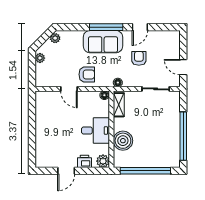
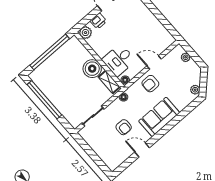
window: (106, 27) -> (166, 129), removed
door: (140, 27) -> (142, 150), hinge flipped
plant: (40, 58) -> (186, 57), moved
door: (183, 67) -> (87, 148), removed
desk: (96, 130) -> (119, 60), moved
boiler: (123, 141) -> (92, 69), moved

